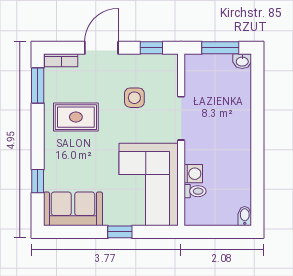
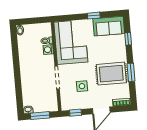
window: (38, 85) -> (131, 72), moved
rug: (76, 117) -> (111, 74), width x1.36, depth x1.43
window: (120, 232) -> (94, 16), moved

